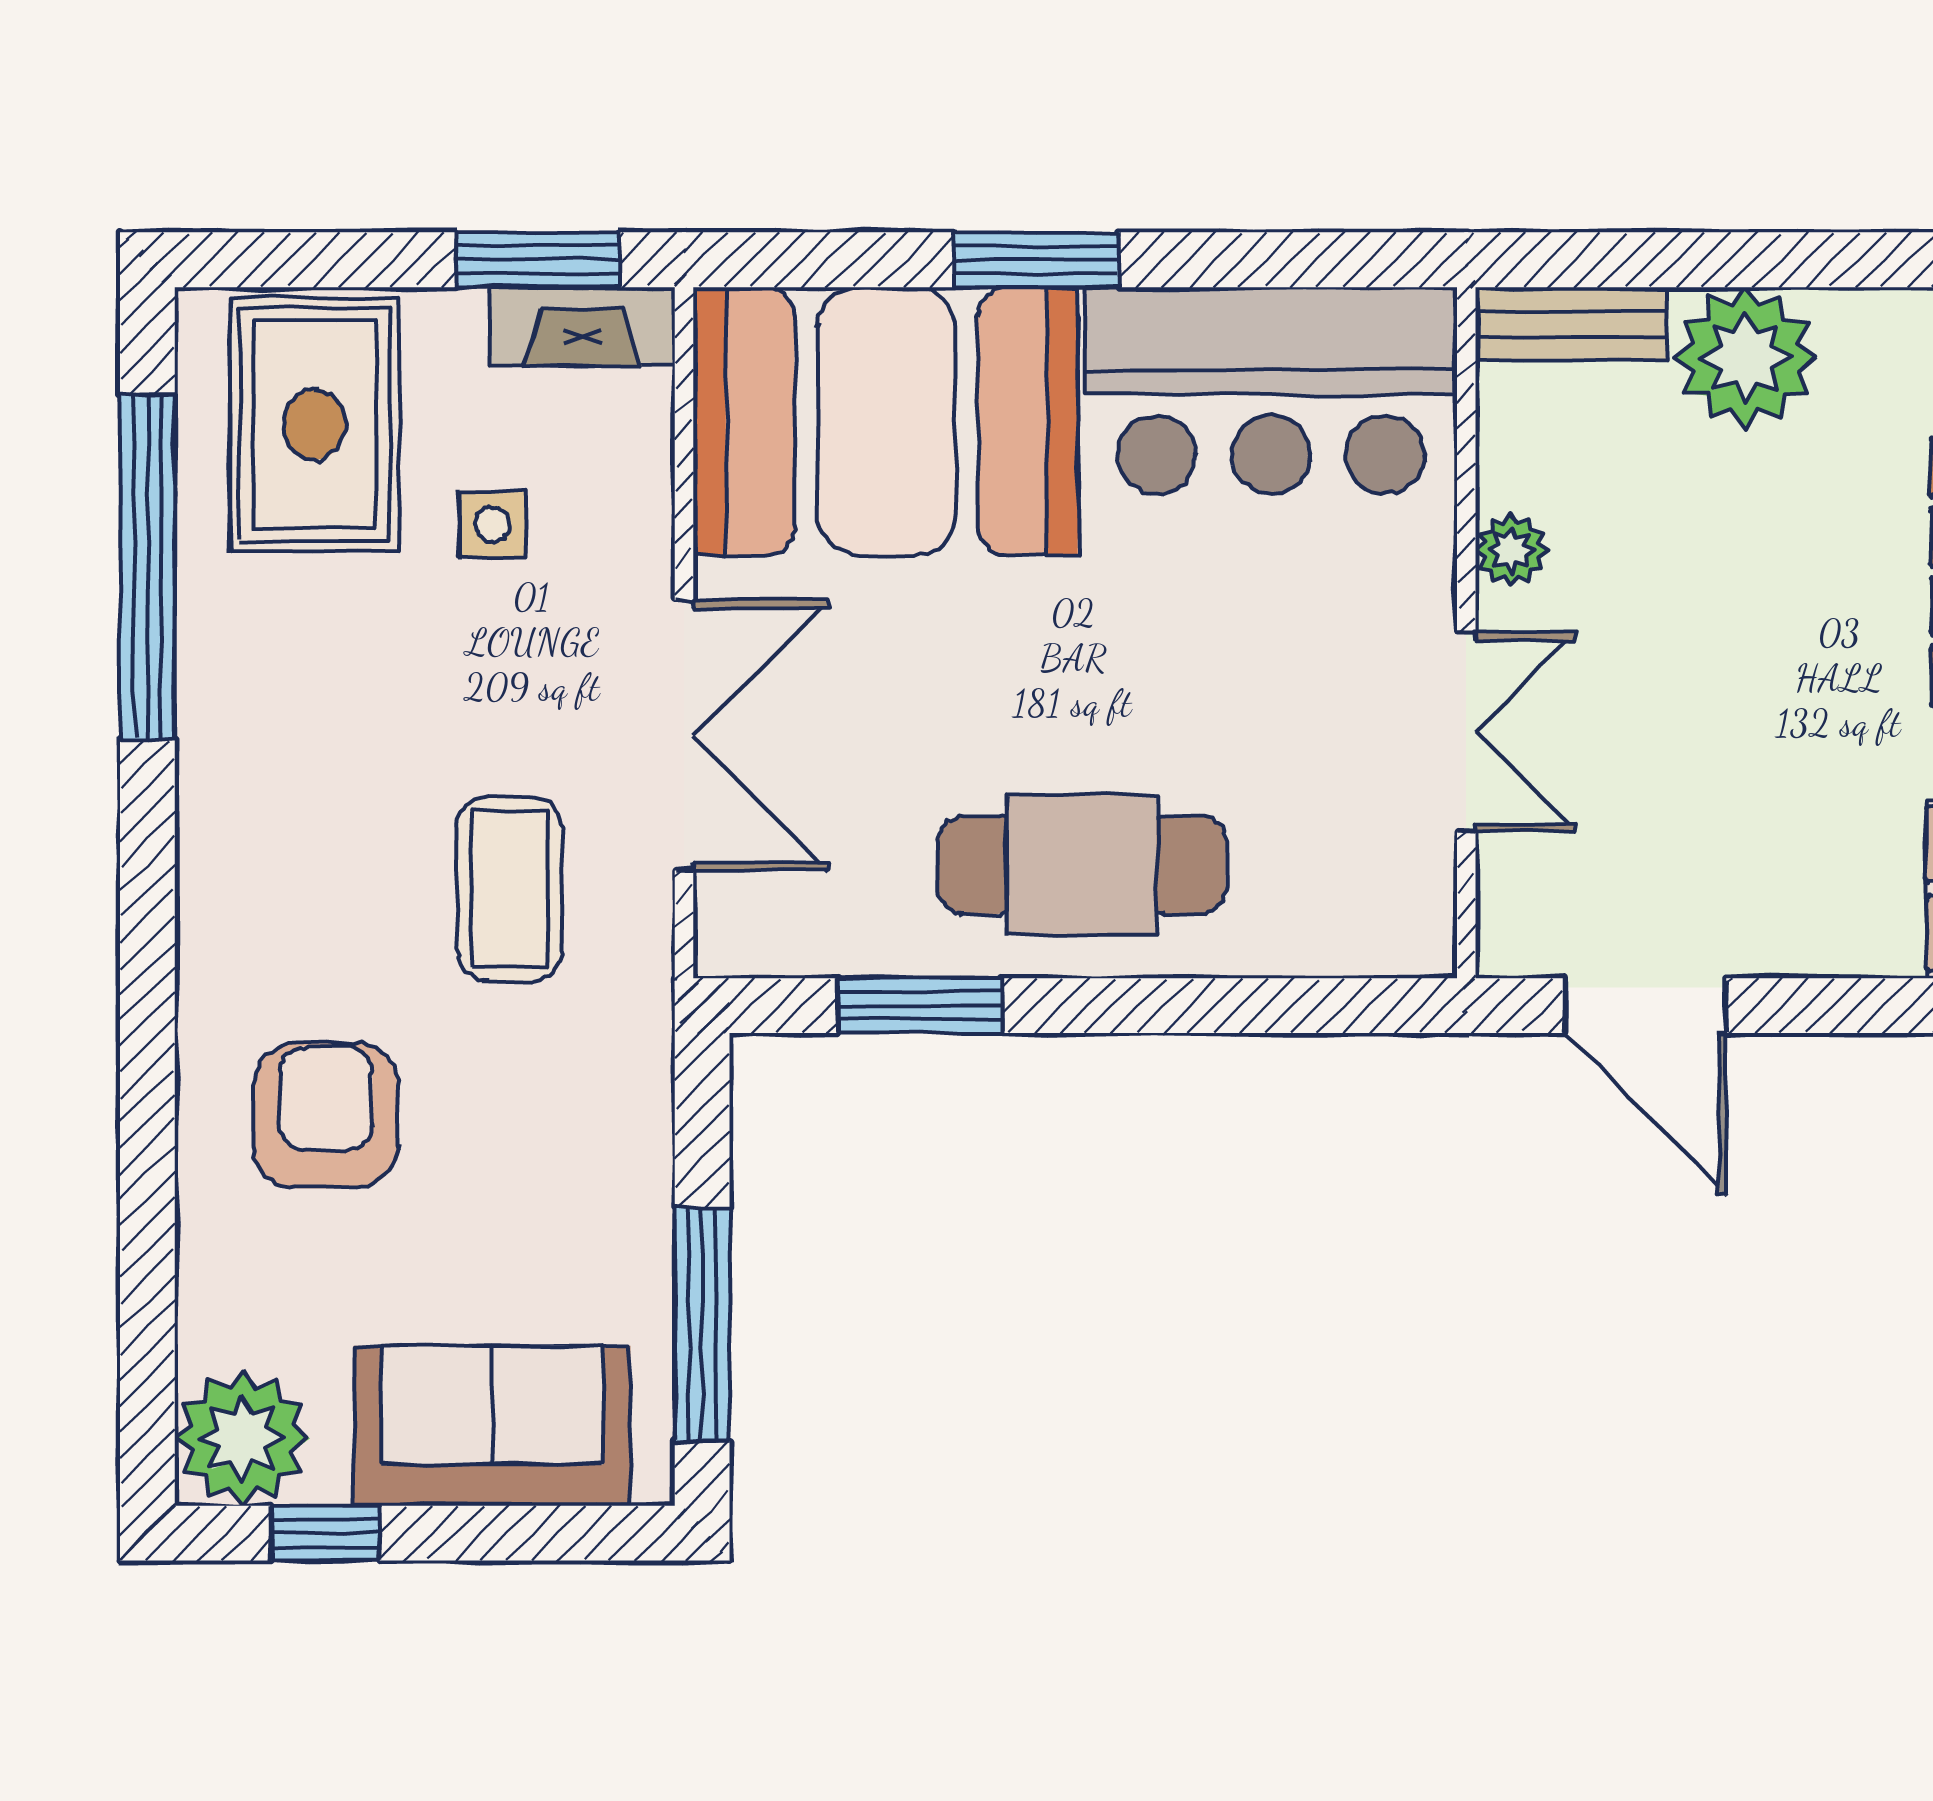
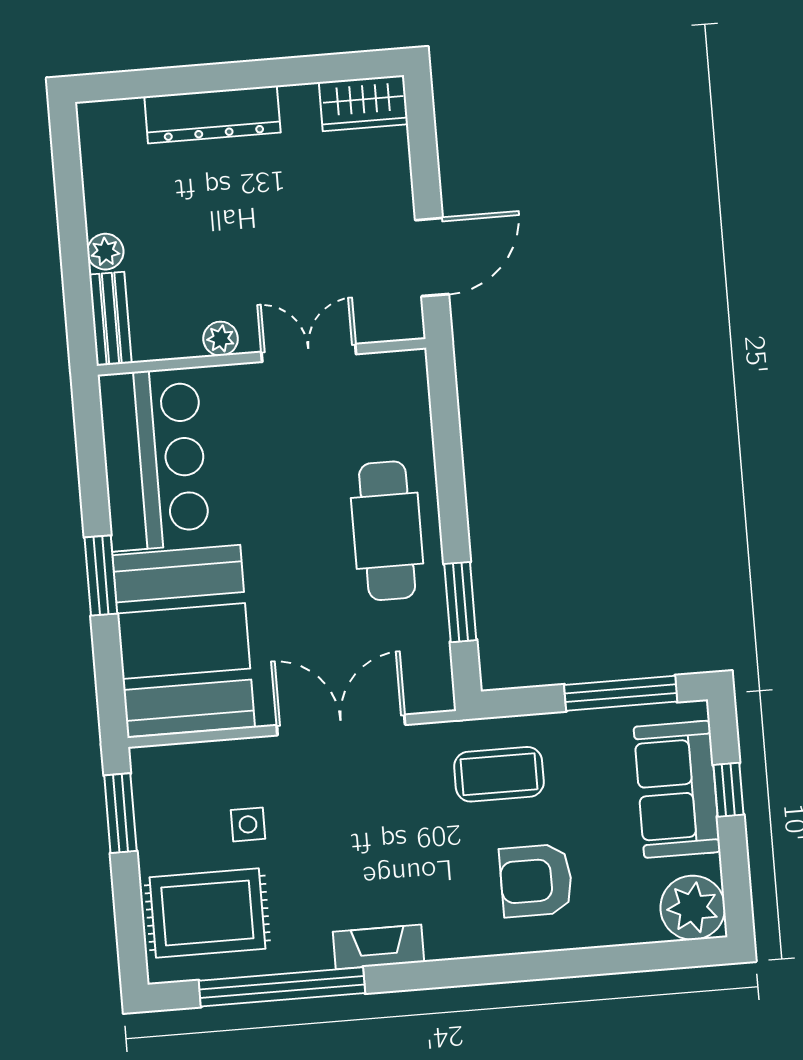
fireplace: (582, 327) -> (379, 947), moved, turned -90
plant: (1746, 358) -> (105, 252), width x0.53, depth x0.53
coffee table: (509, 889) -> (499, 774), moved
window: (325, 1533) -> (728, 790), moved

